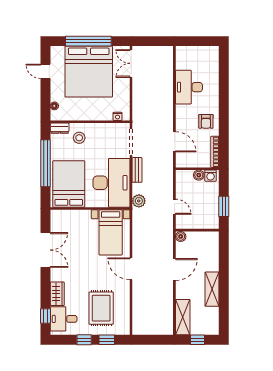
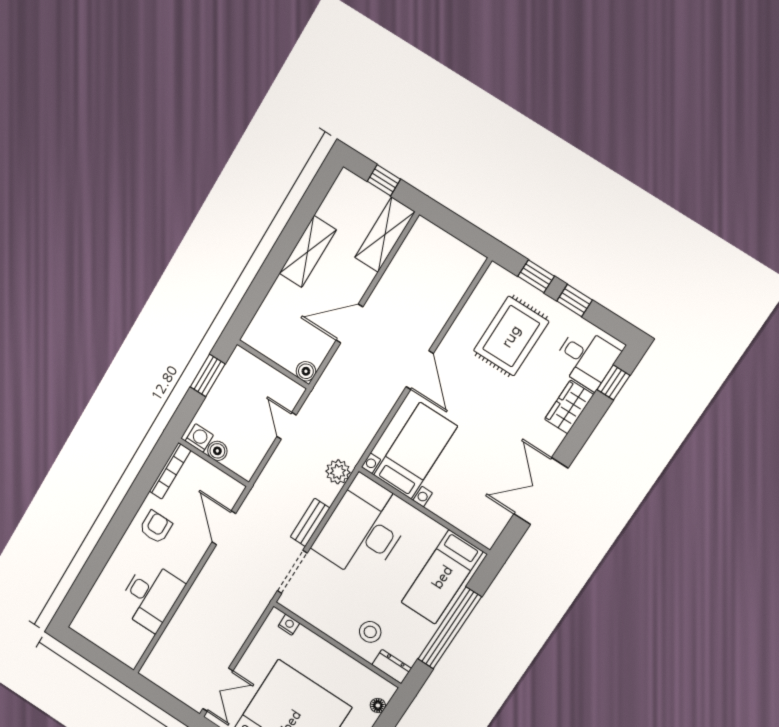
bed: (69, 184) -> (442, 577), width x0.67

